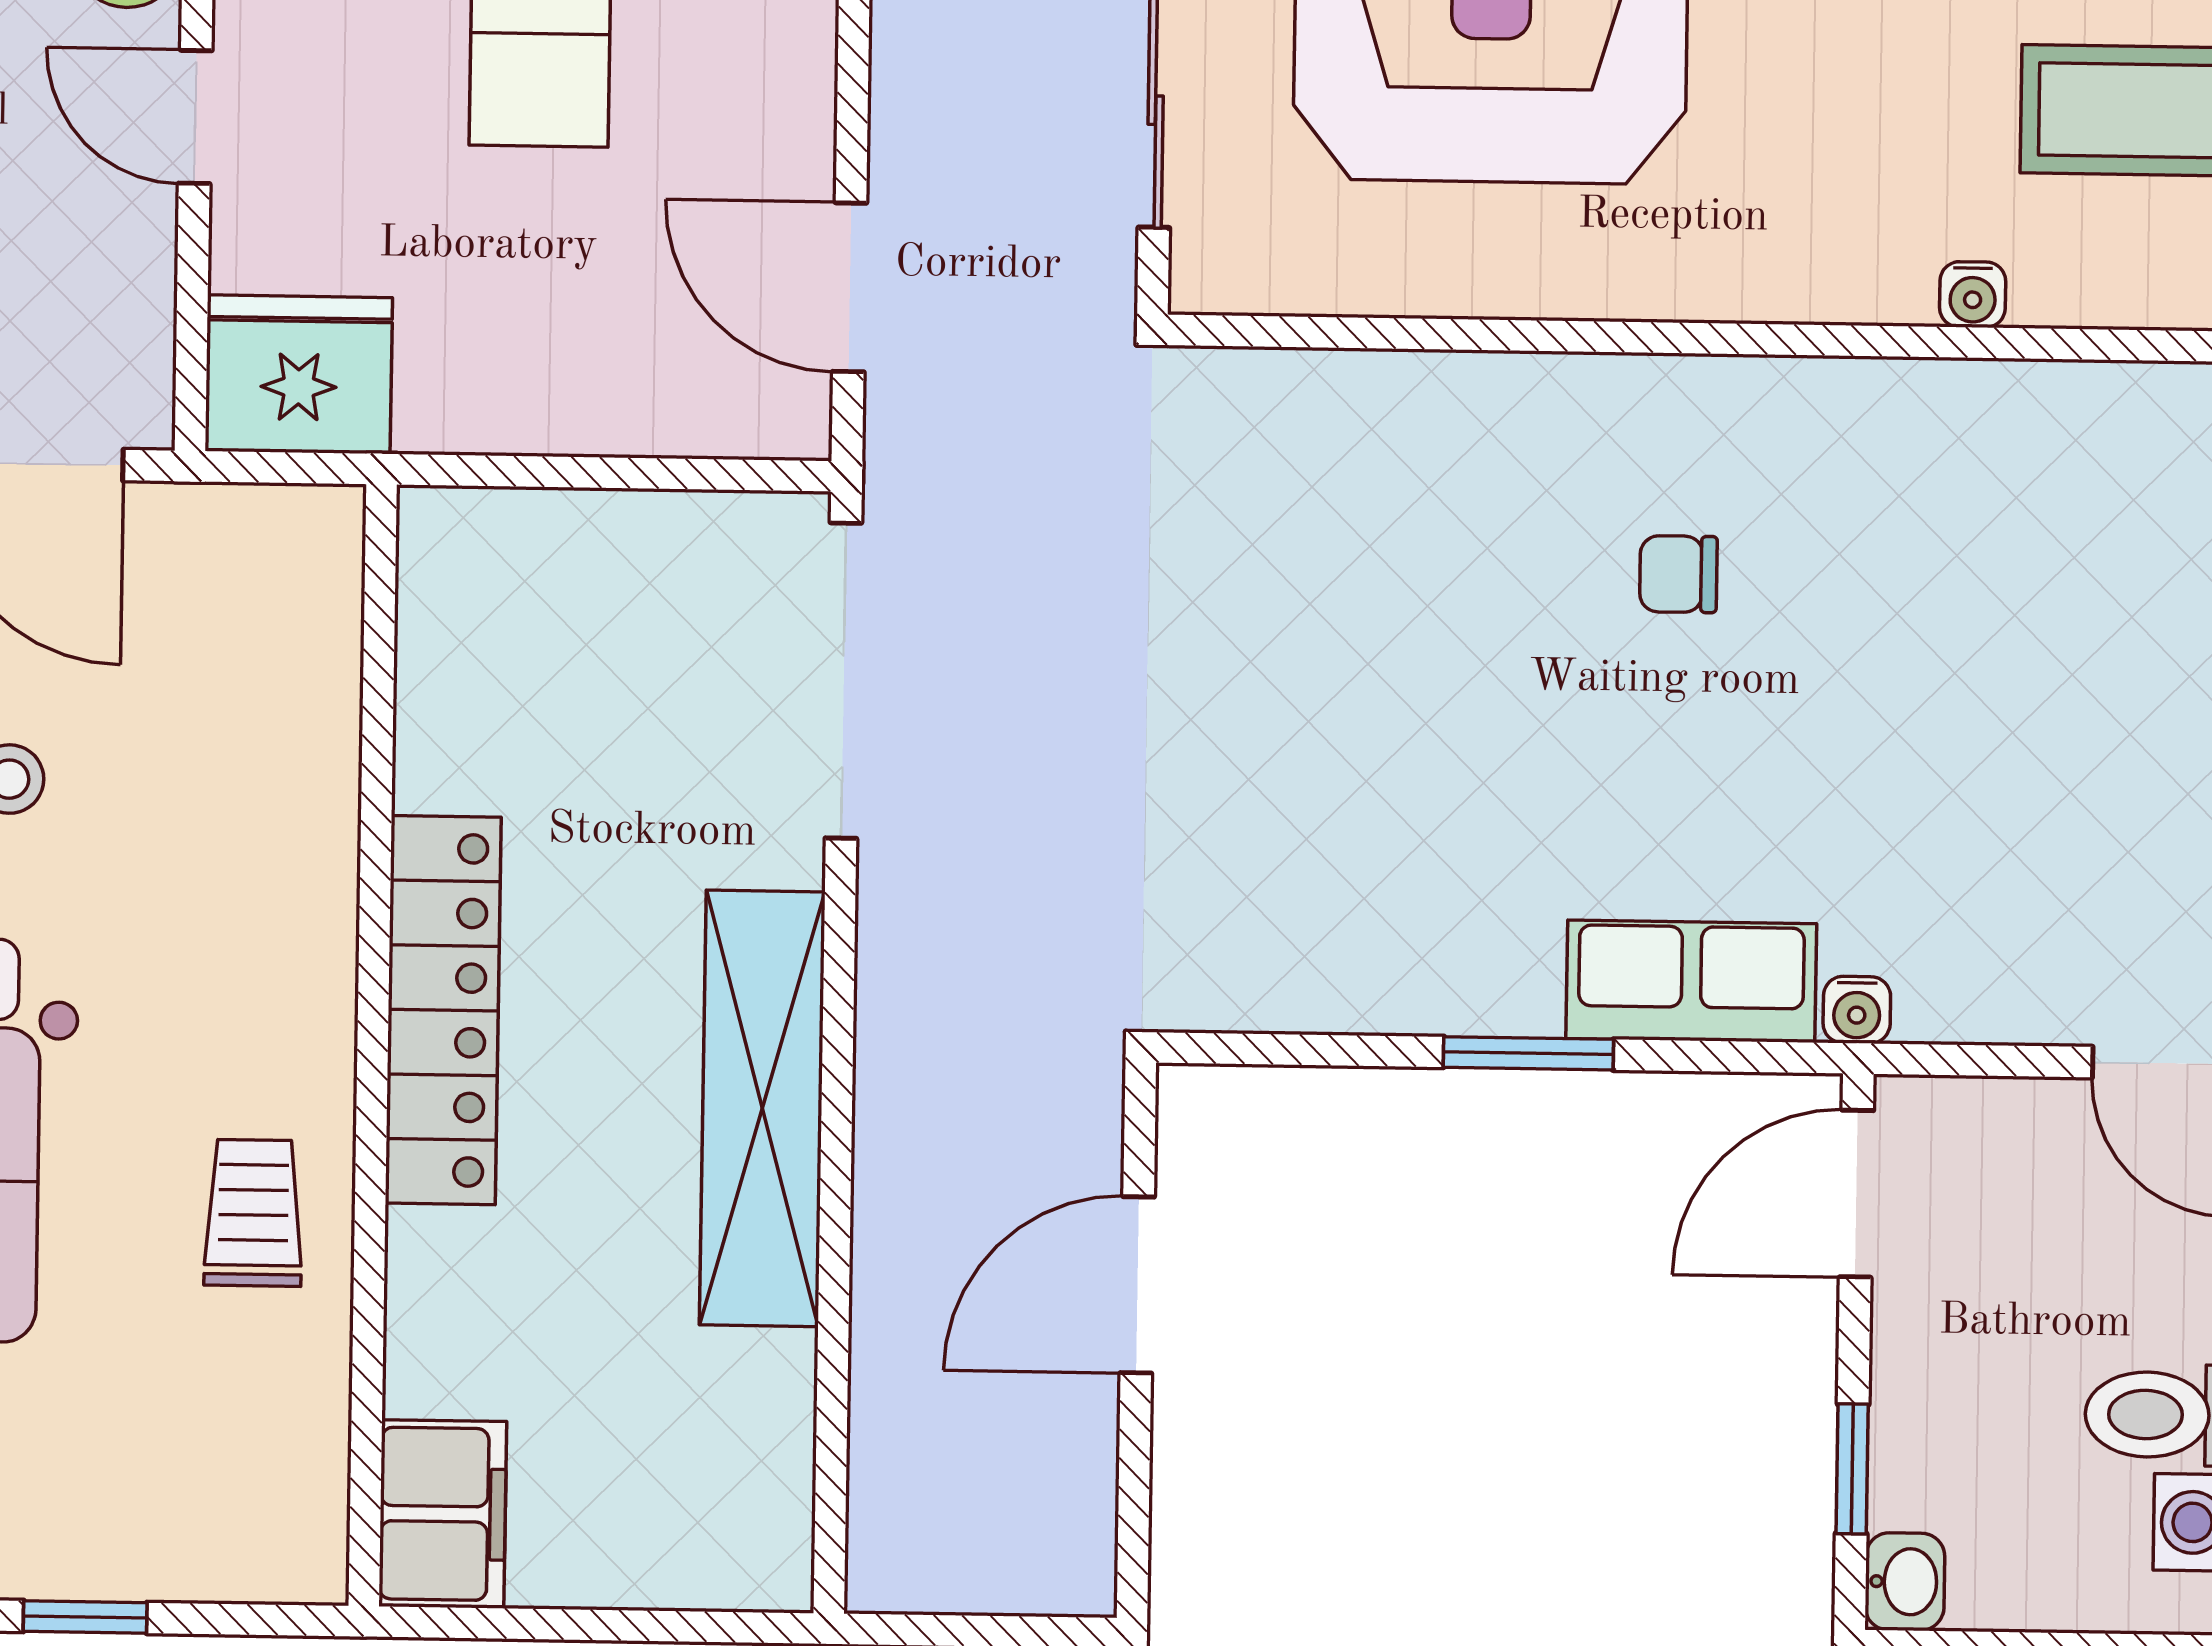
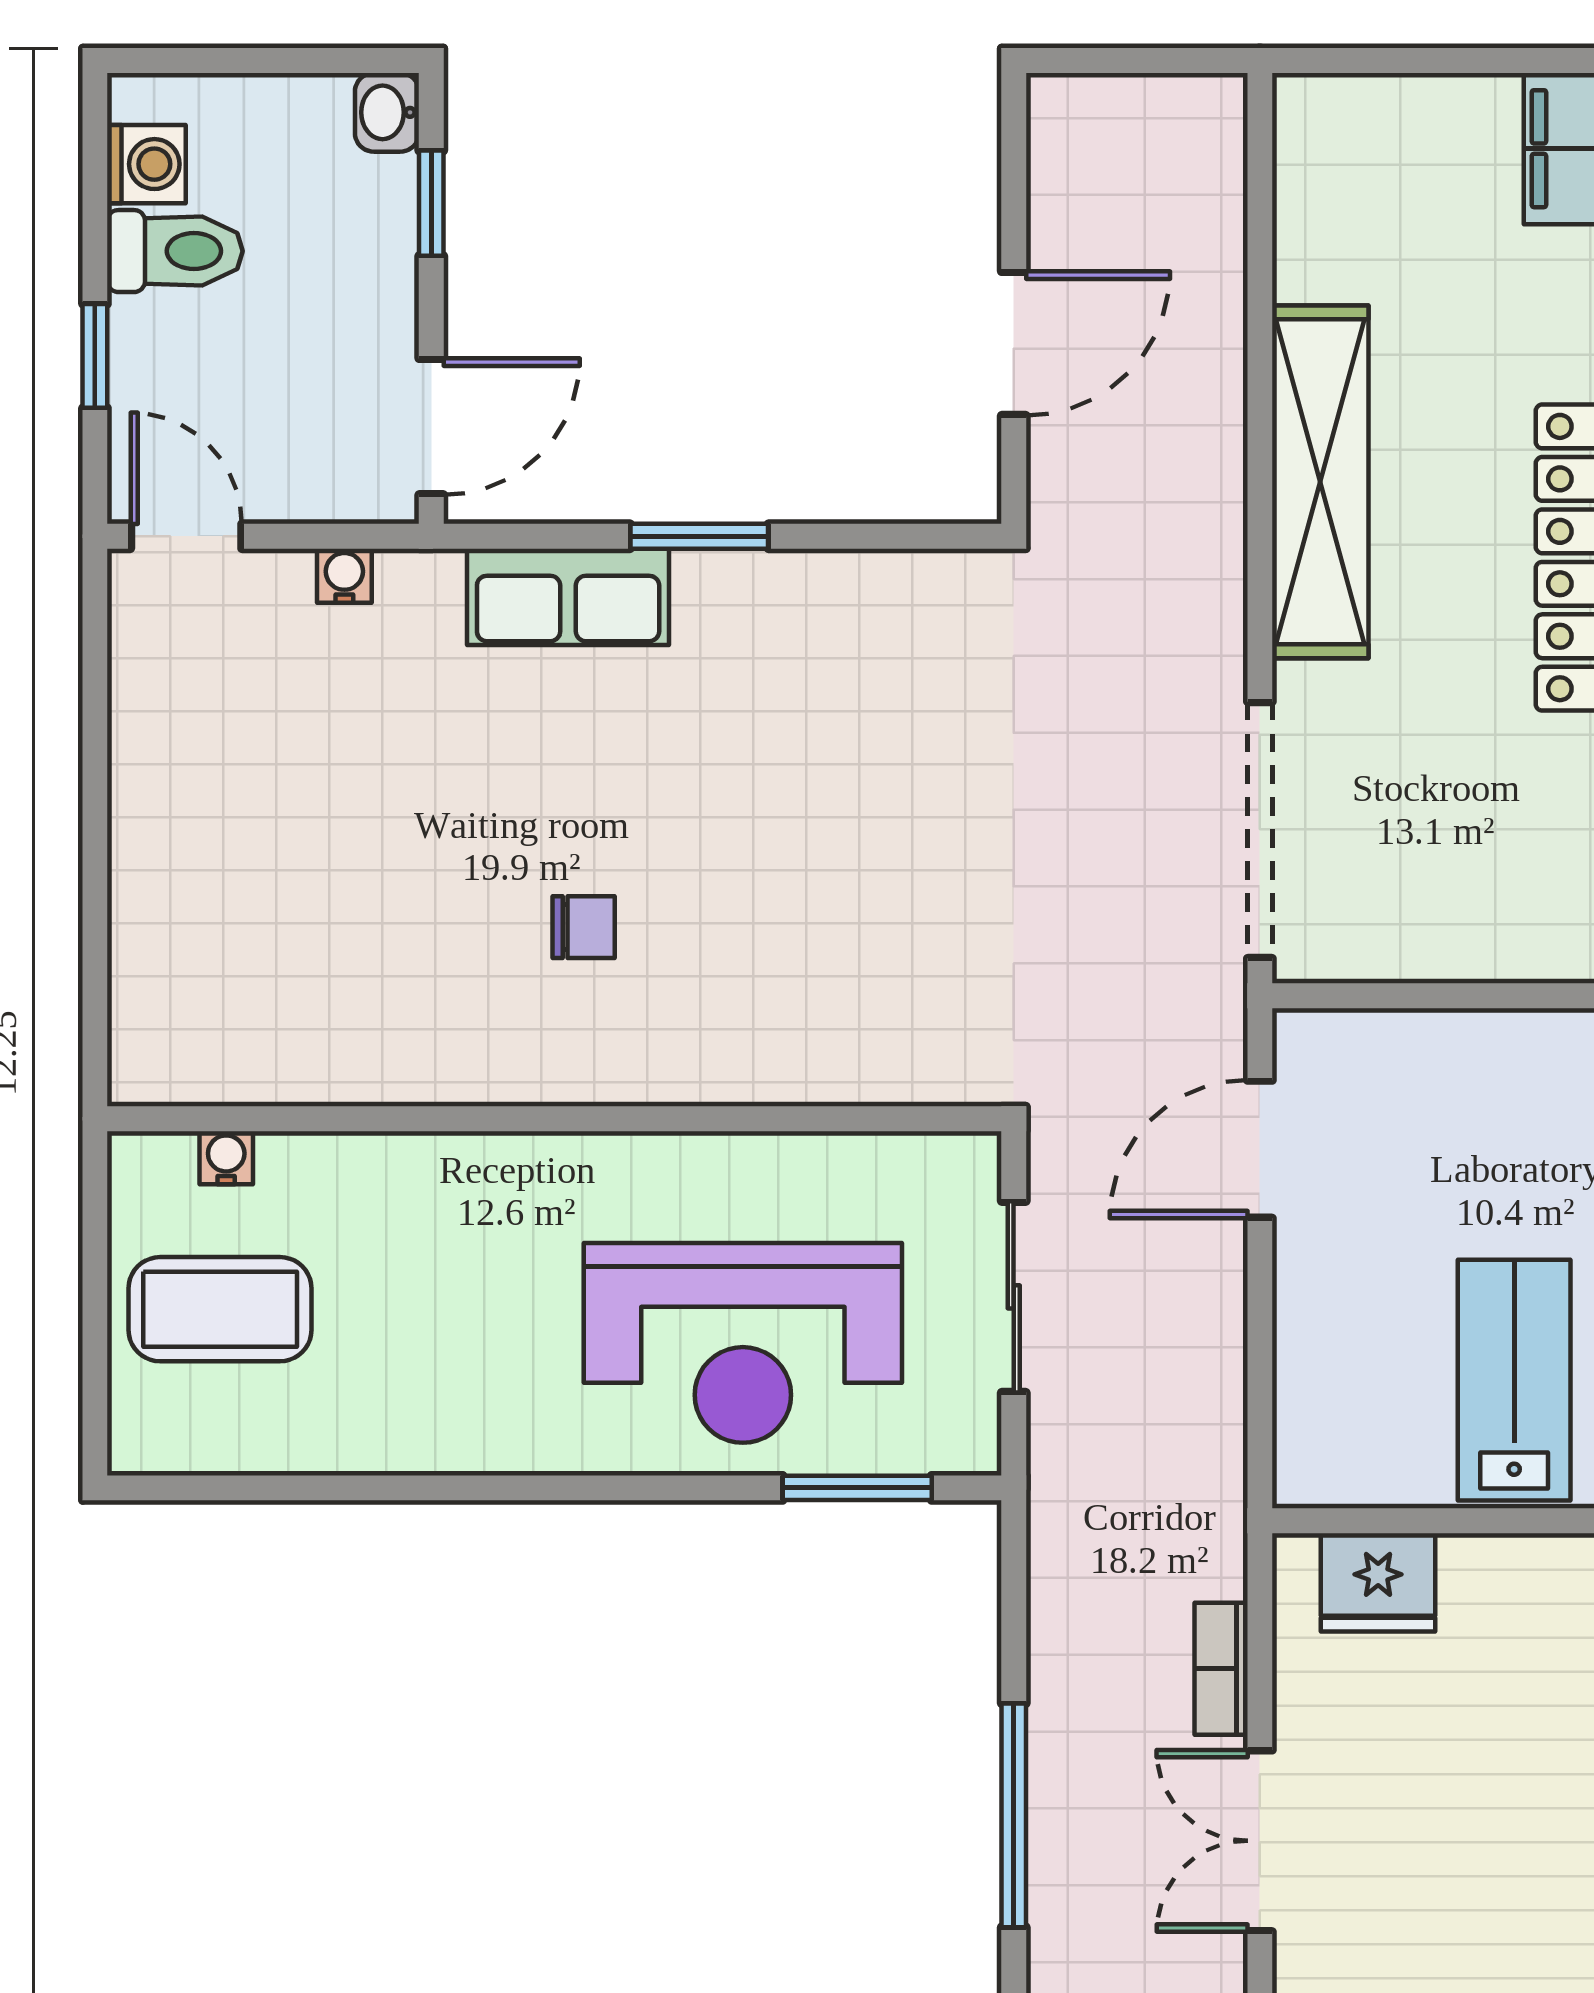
door: (850, 287) -> (1260, 1149), swing flipped
water cooler: (1973, 295) -> (226, 1158), moved
water cooler: (1857, 1010) -> (344, 576), moved

